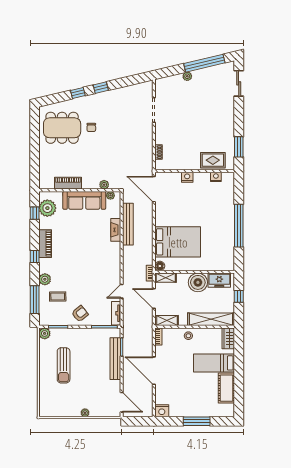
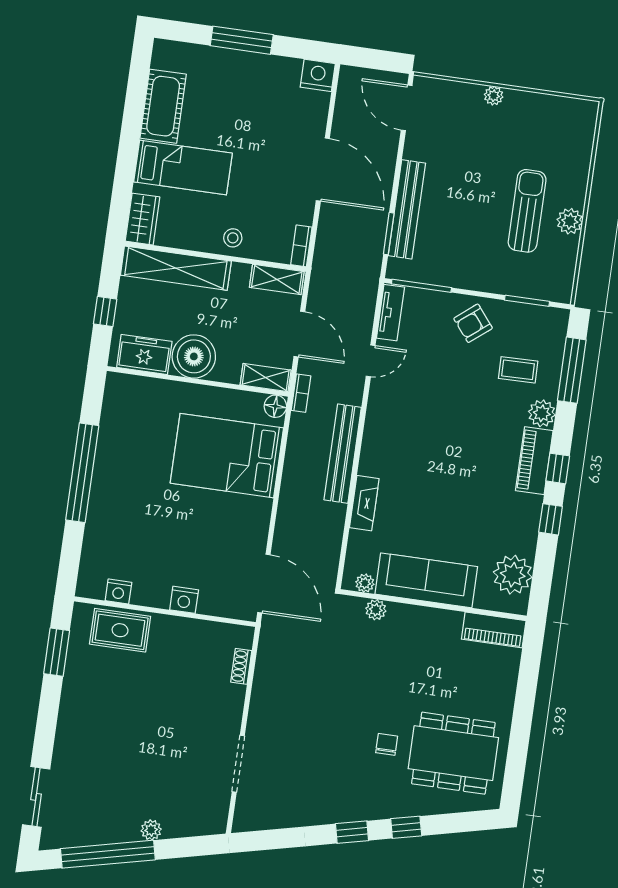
piano: (68, 183) -> (494, 630), moved
window: (35, 213) -> (551, 519), moved
bench: (128, 224) -> (343, 454), moved
piano: (45, 244) -> (534, 461), moved
plant: (45, 333) -> (570, 221), moved

